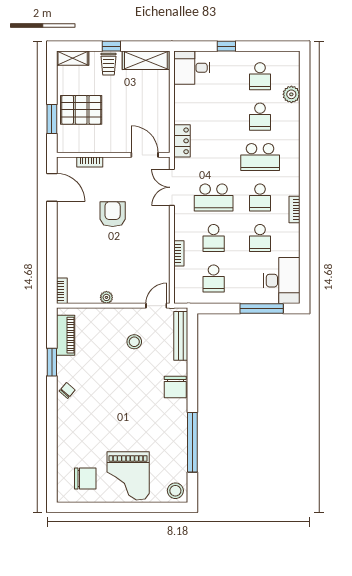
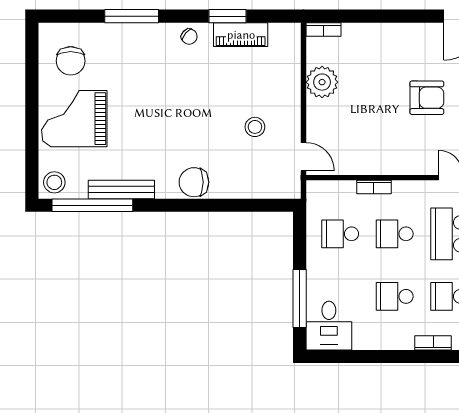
desk: (282, 281) -> (329, 326), width x0.73
plant: (106, 297) -> (322, 82), width x1.87, depth x1.87
piano: (66, 335) -> (241, 35), moved
bench: (181, 336) -> (121, 190), moved
window: (52, 433) -> (132, 16), added
window: (192, 442) -> (92, 205), moved

